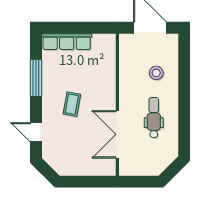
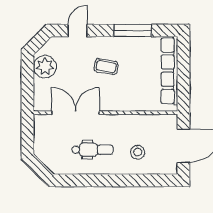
row of seats: (67, 42) -> (169, 71), width x1.36
plant: (72, 165) -> (45, 67), added

